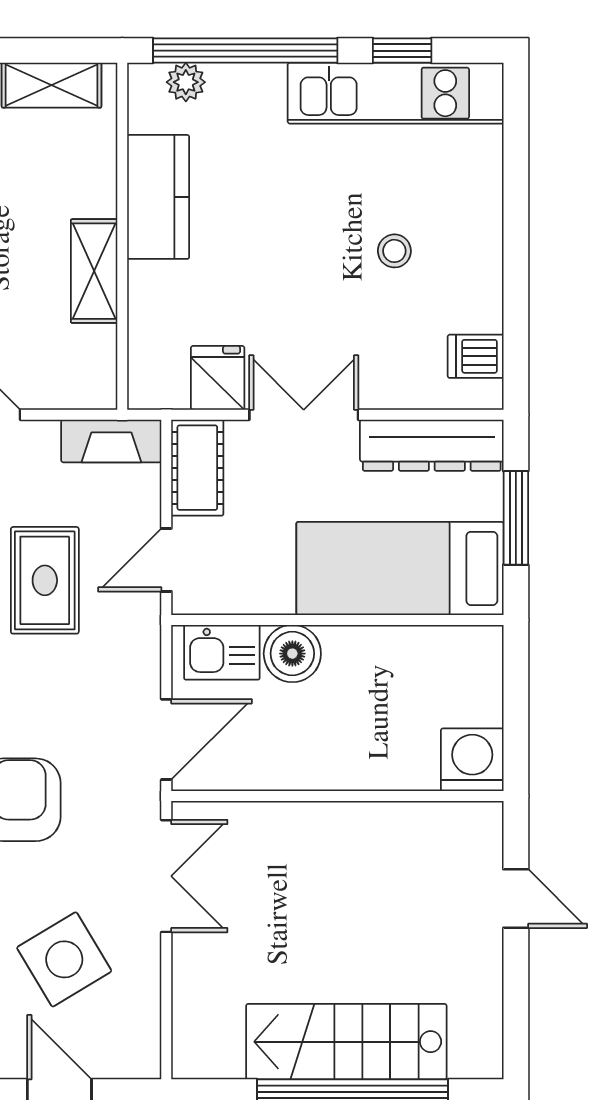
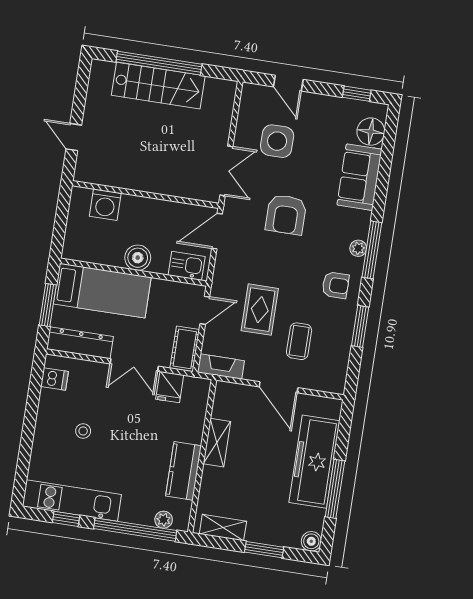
boiler: (292, 654) -> (138, 258), moved
washing machine: (472, 760) -> (105, 205), moved
double door: (166, 876) -> (226, 171), swing flipped
side table: (64, 959) -> (277, 141), turned 31

